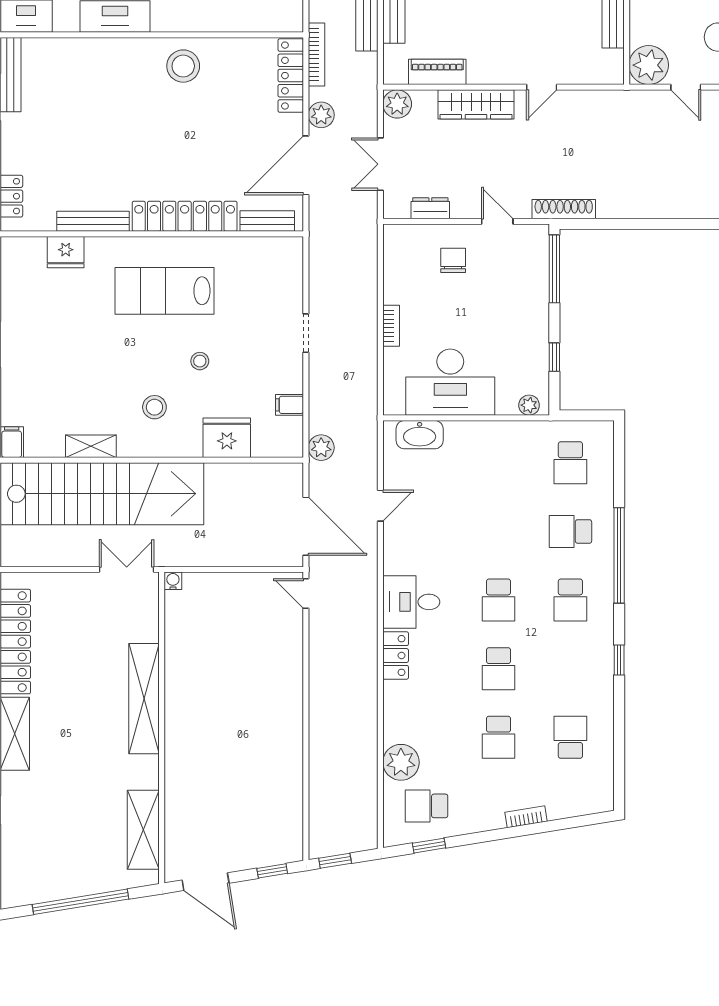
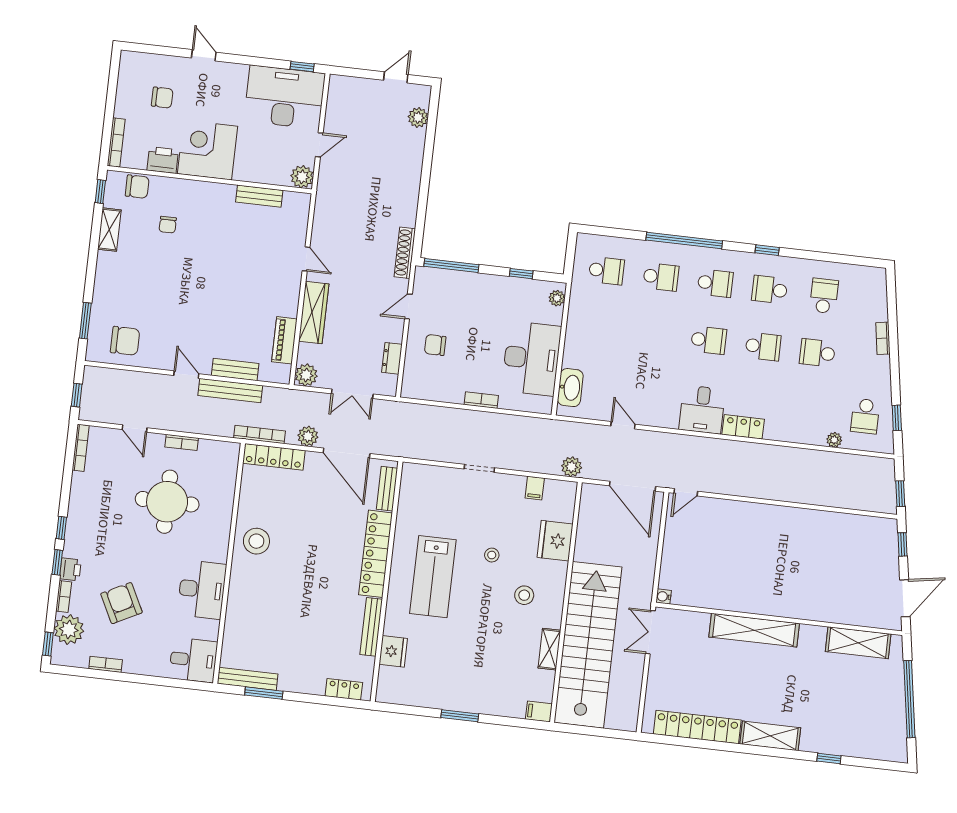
plant: (649, 65) -> (302, 177), width x0.73, depth x0.73
door: (306, 526) -> (633, 486), swing flipped
school desk: (570, 531) -> (661, 277), turned -90
school desk: (570, 669) -> (770, 290), added
school desk: (499, 737) -> (817, 353), turned 180
school desk: (570, 737) -> (824, 296), turned 90
plant: (401, 762) -> (834, 440), width x0.53, depth x0.53

